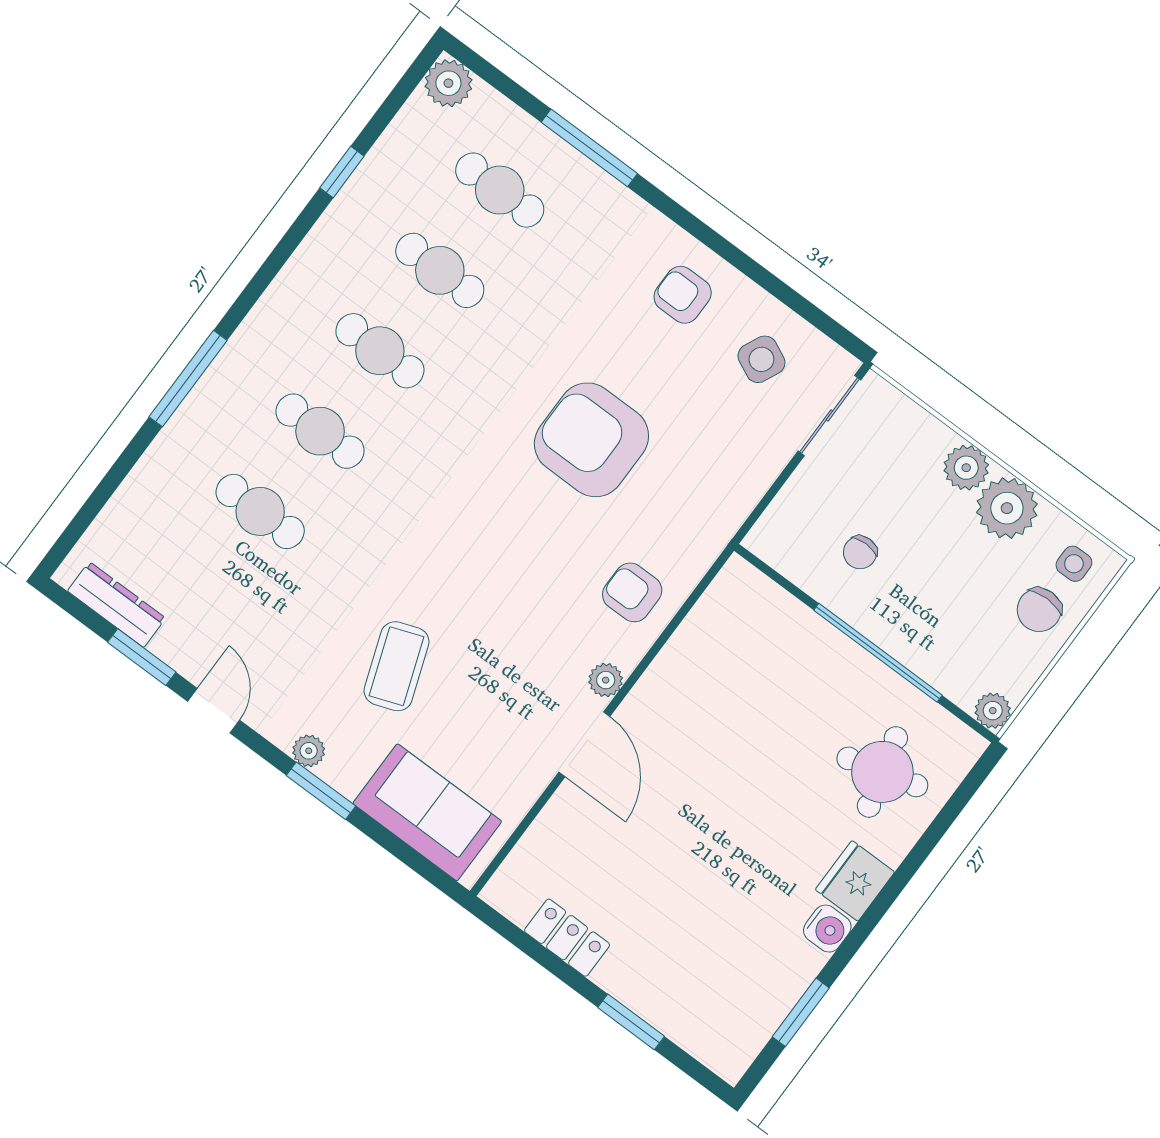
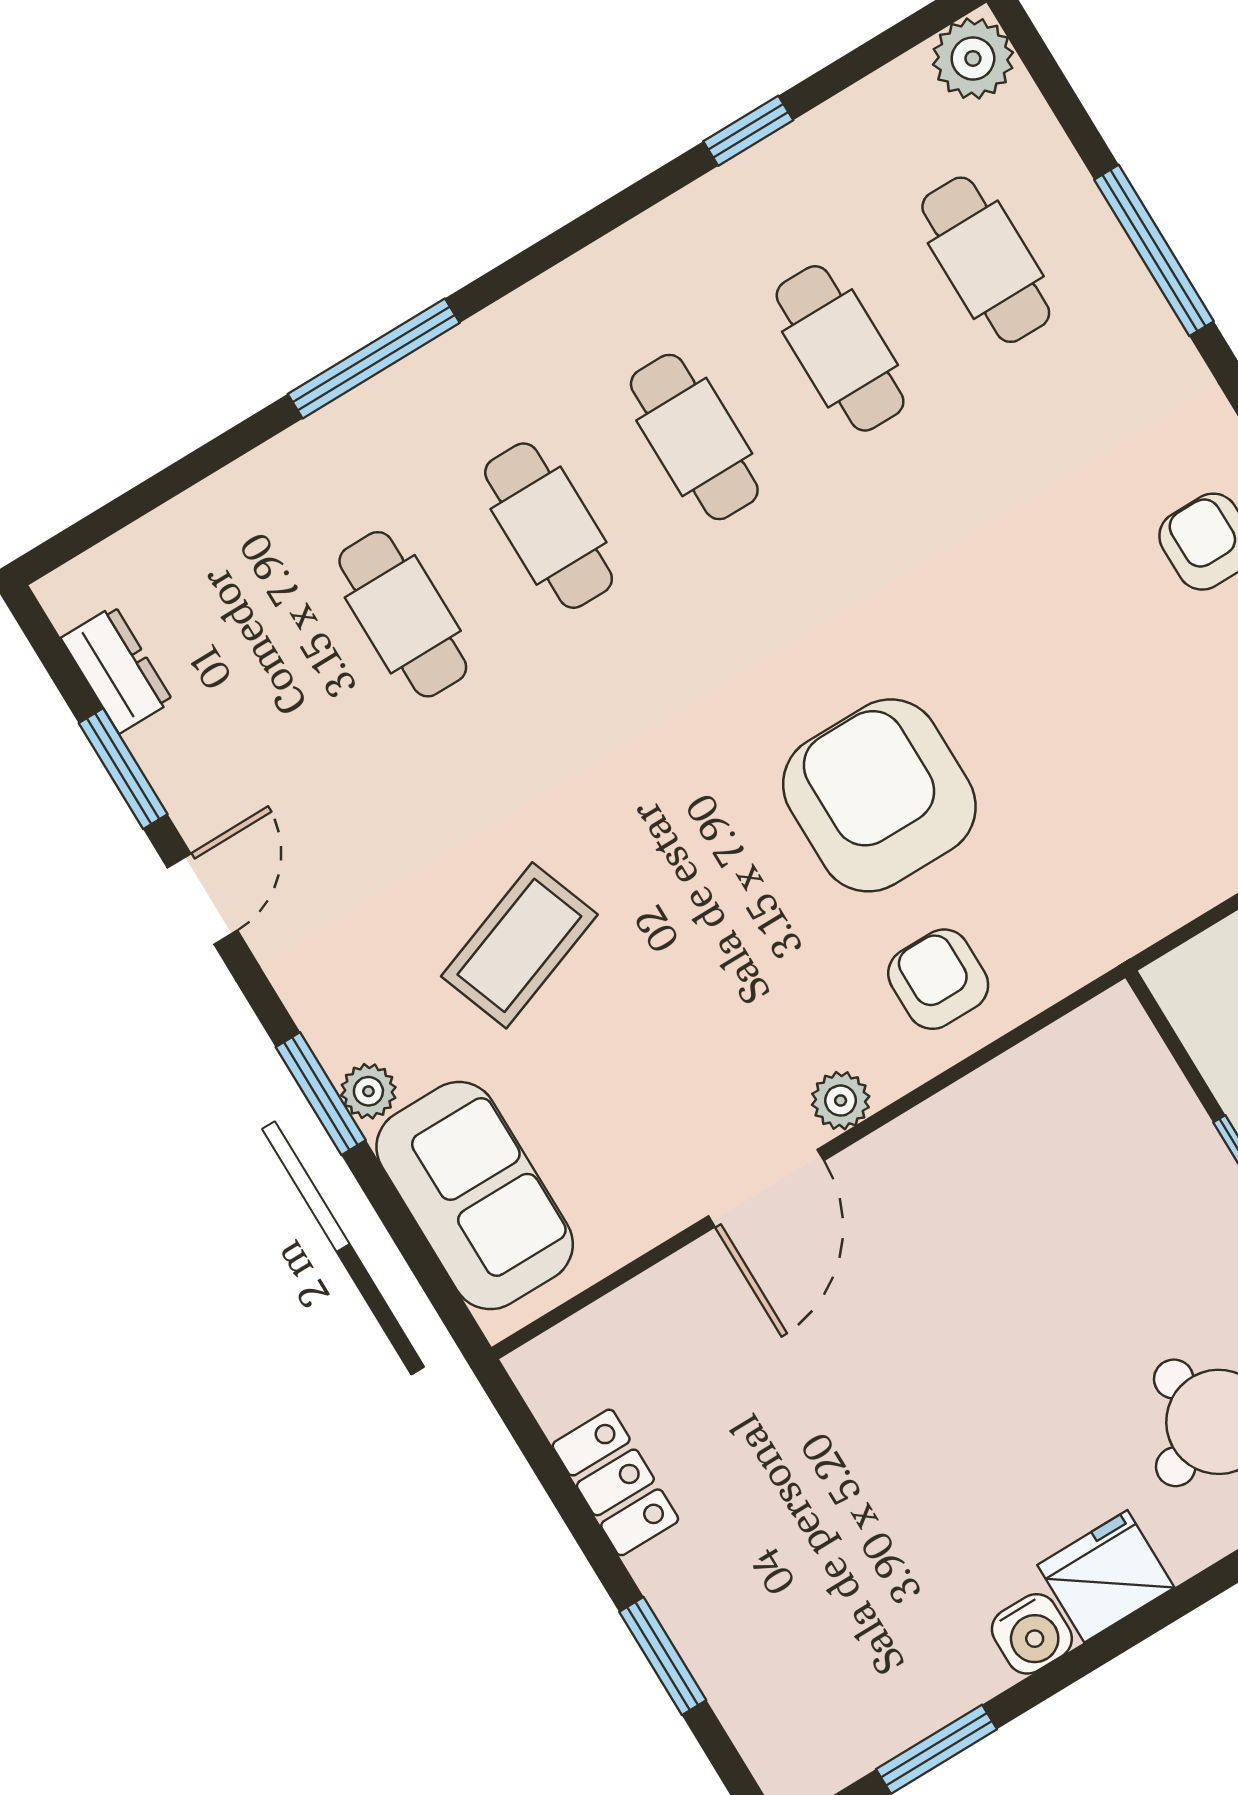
armchair: (591, 440) -> (879, 795), moved
dresser: (117, 605) -> (117, 670), width x0.70
plant: (309, 751) -> (368, 1091), moved

